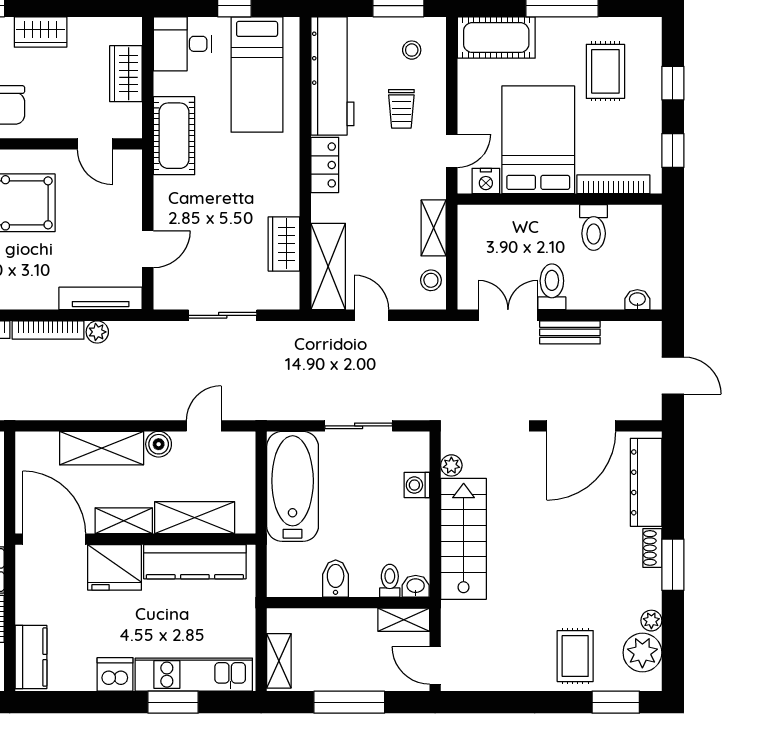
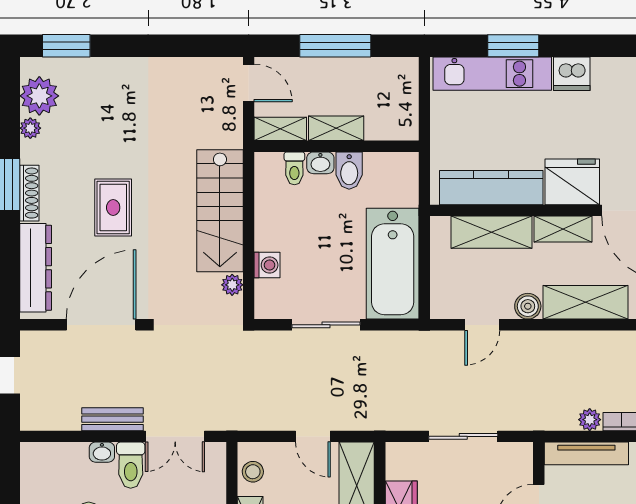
washbasin: (637, 300) -> (102, 452), moved
shoe rack: (652, 548) -> (29, 193), width x1.43
washbasin: (416, 586) -> (320, 163), moved
rug: (575, 656) -> (113, 208), moved
shelving: (279, 661) -> (336, 128), moved, turned 90

